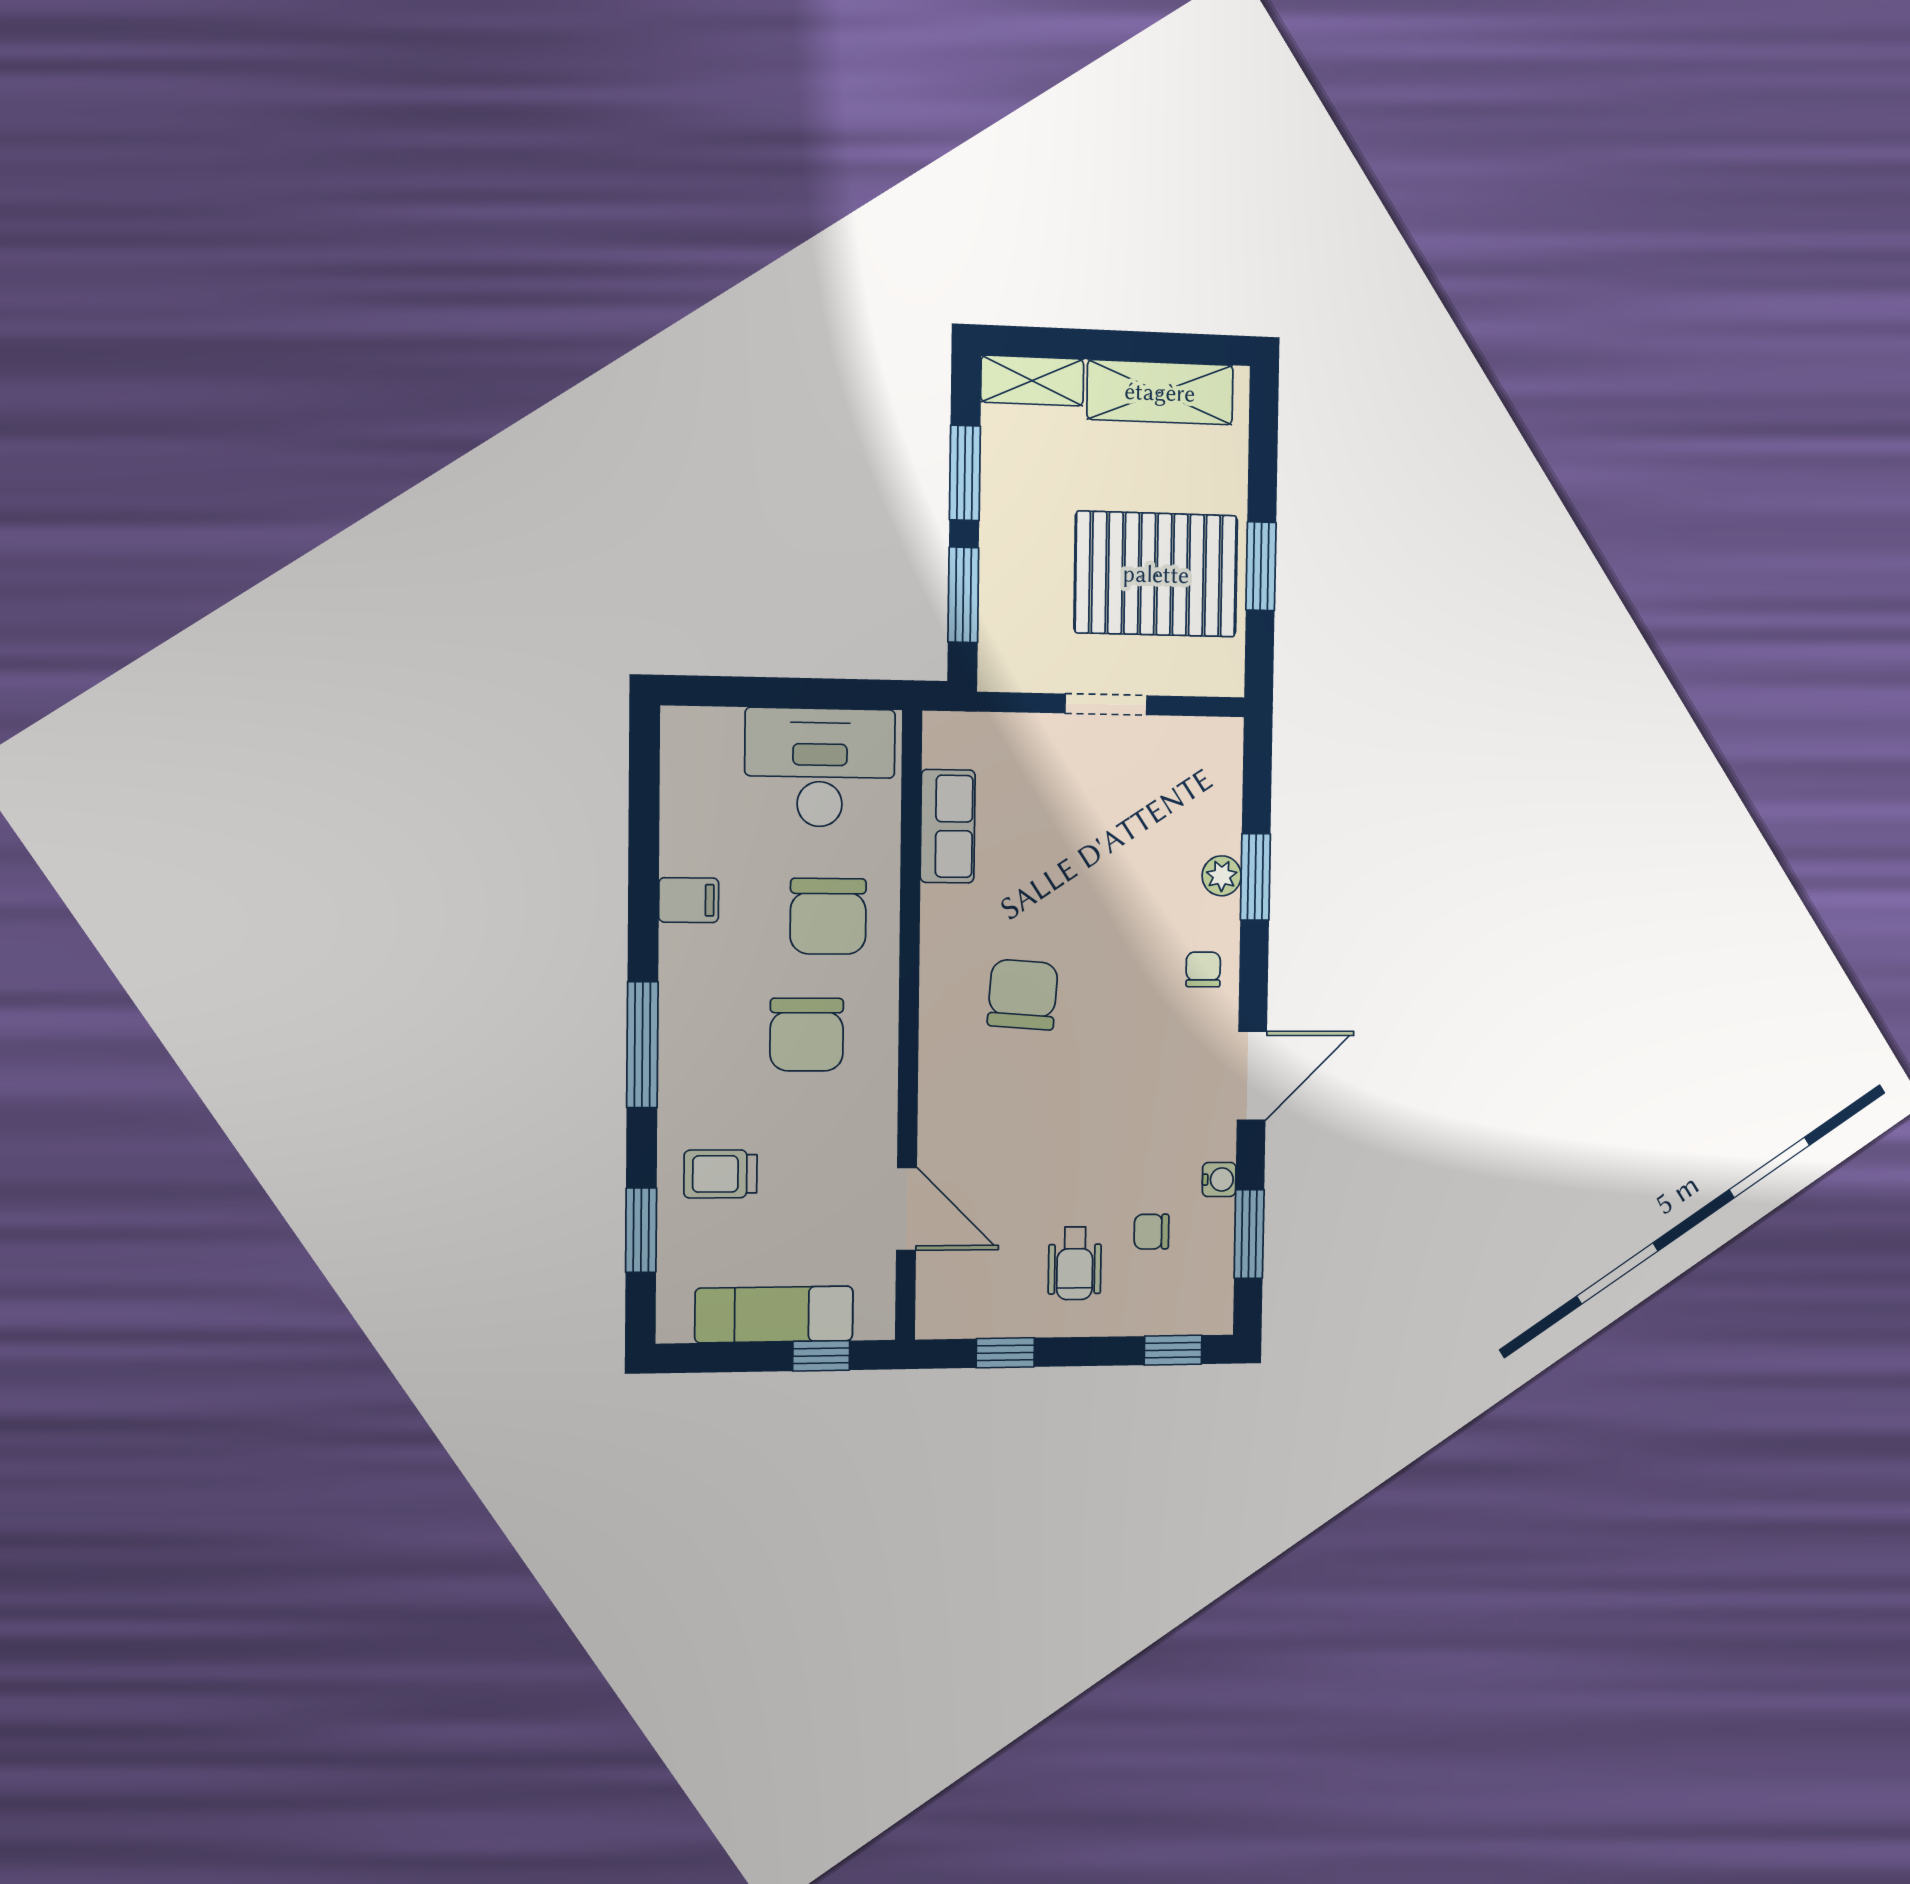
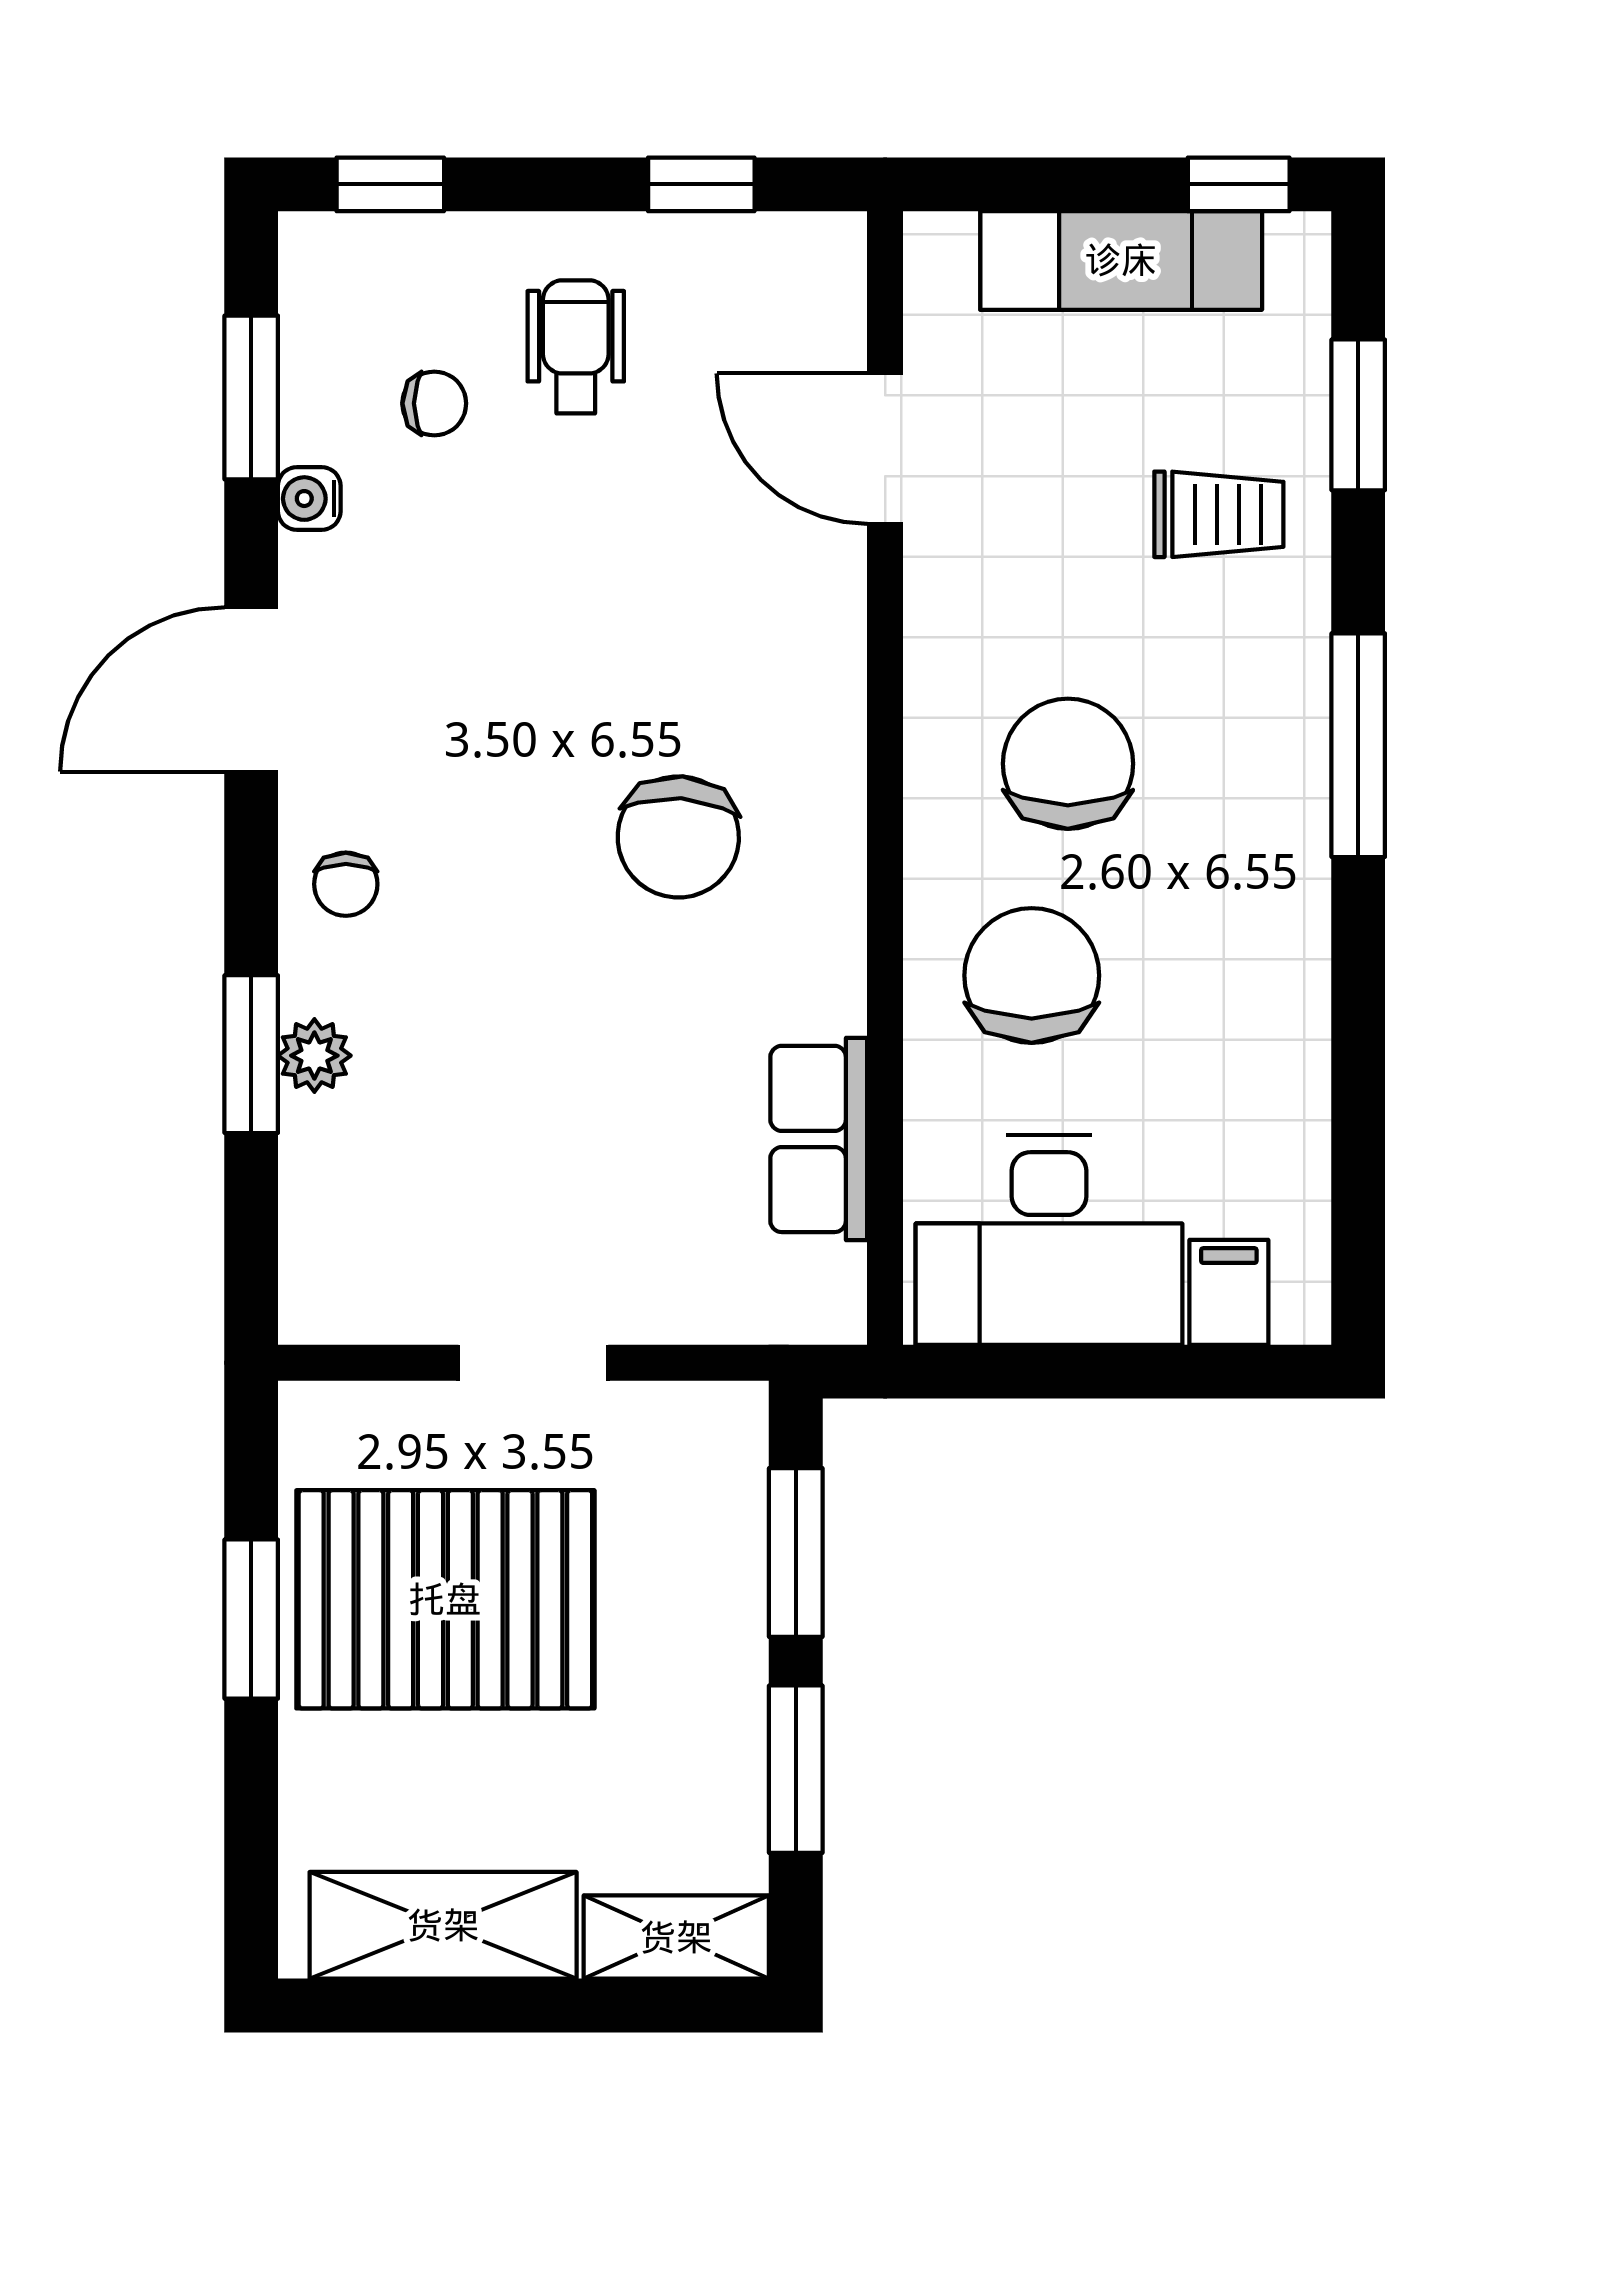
filing cabinet: (689, 900) -> (1229, 1292), moved, turned 90
window: (821, 1356) -> (1239, 184), moved

